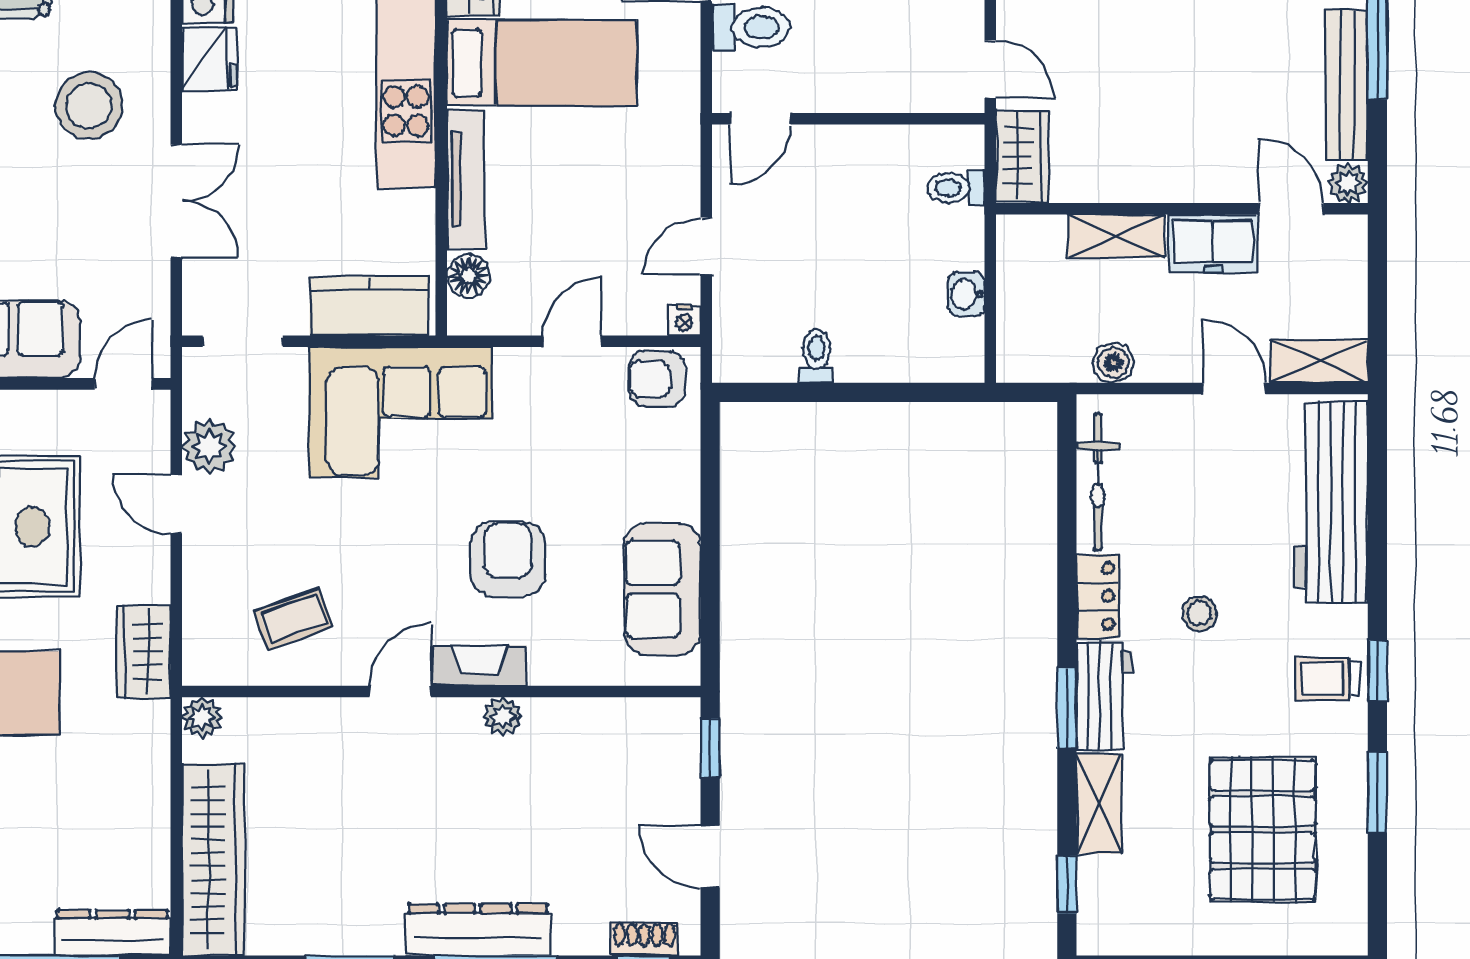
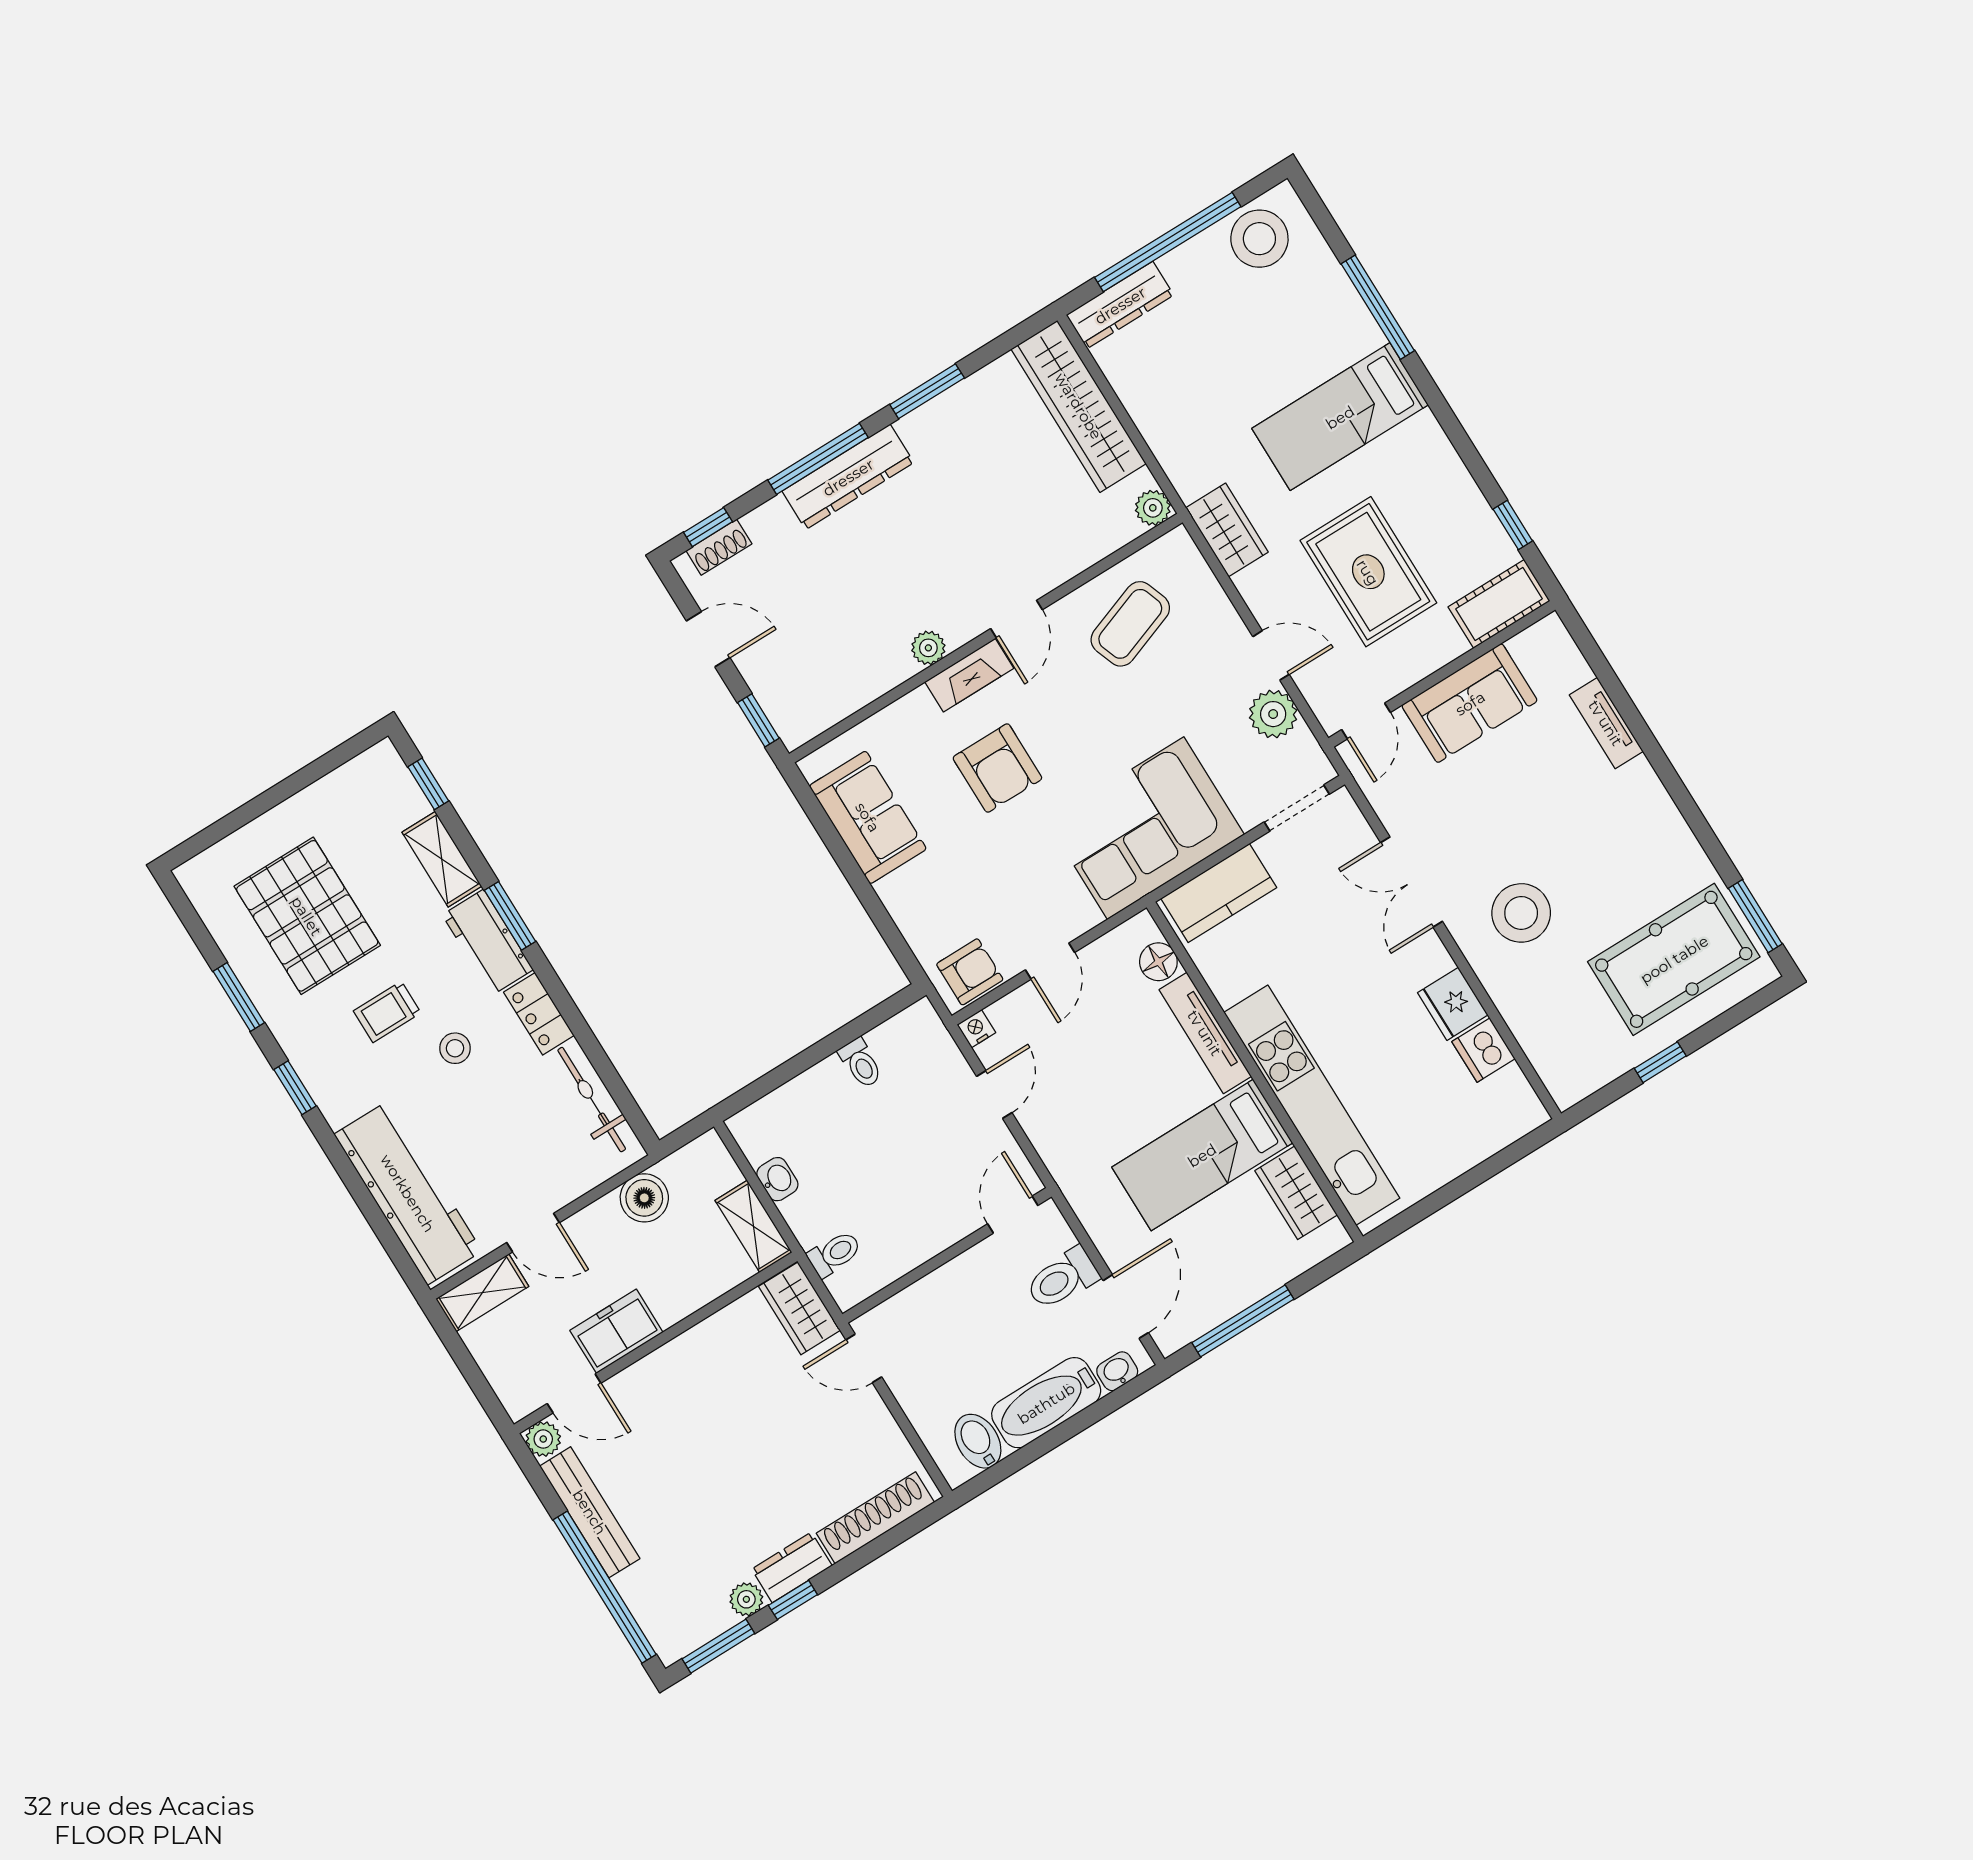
shelving: (1116, 236) -> (754, 1226), moved, turned 90
boiler: (1113, 363) -> (644, 1198), width x1.36, depth x1.36
coffee table: (293, 619) -> (1130, 624), width x1.36, depth x1.30
trolley: (1327, 679) -> (387, 1012), moved, turned 180

